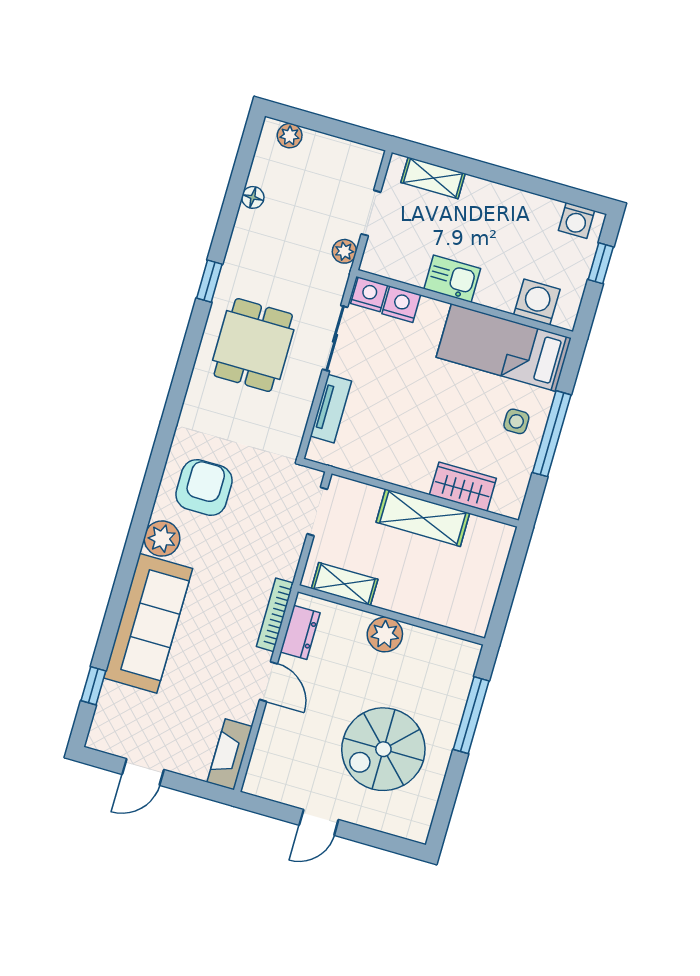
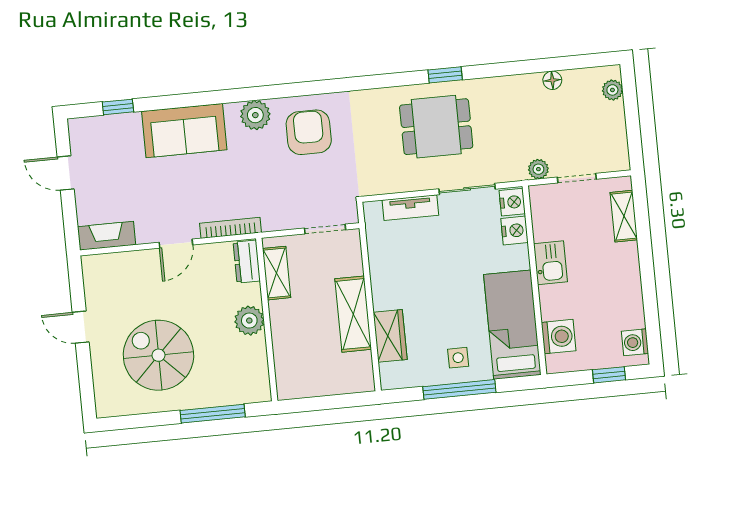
window: (209, 281) -> (445, 75), moved
armchair: (204, 487) -> (309, 132), turned -90
sofa: (148, 623) -> (184, 131), width x0.73
dresser: (300, 632) -> (247, 262), moved, turned 90

